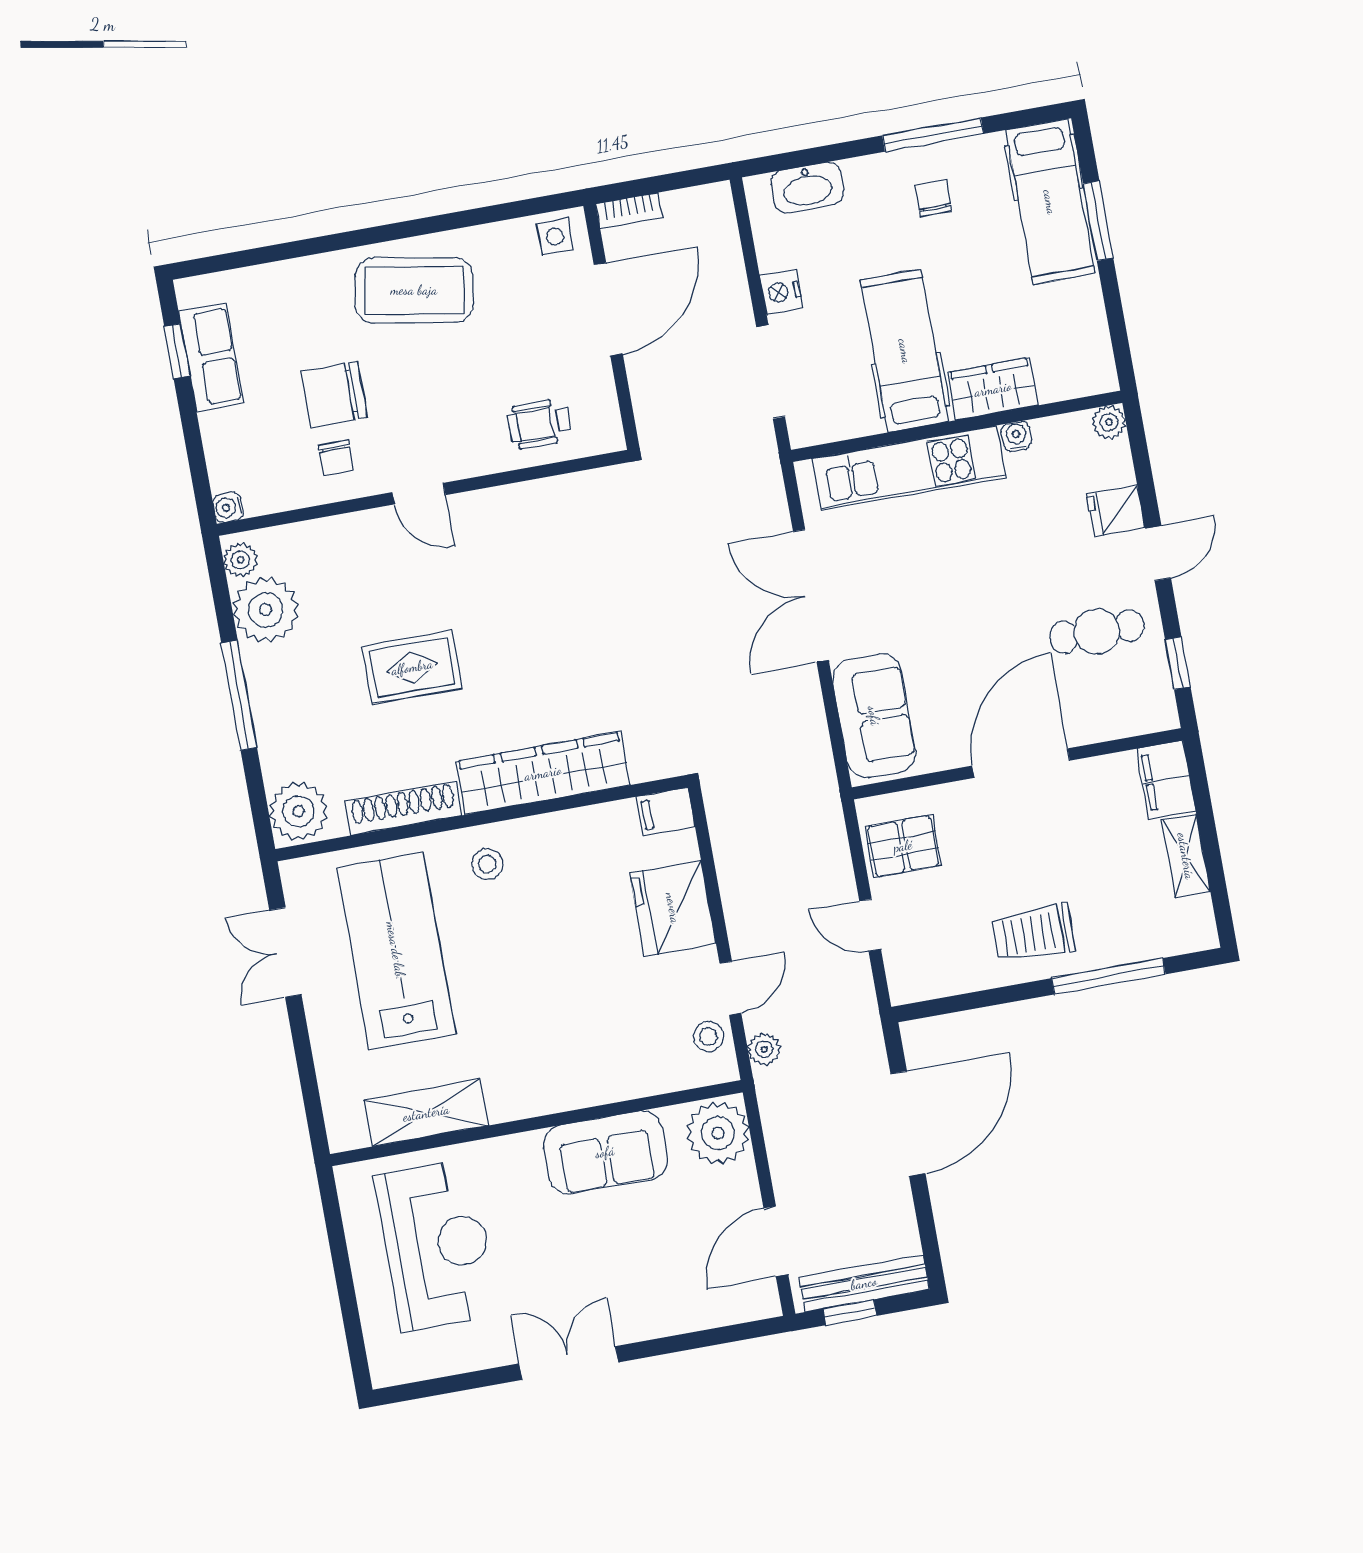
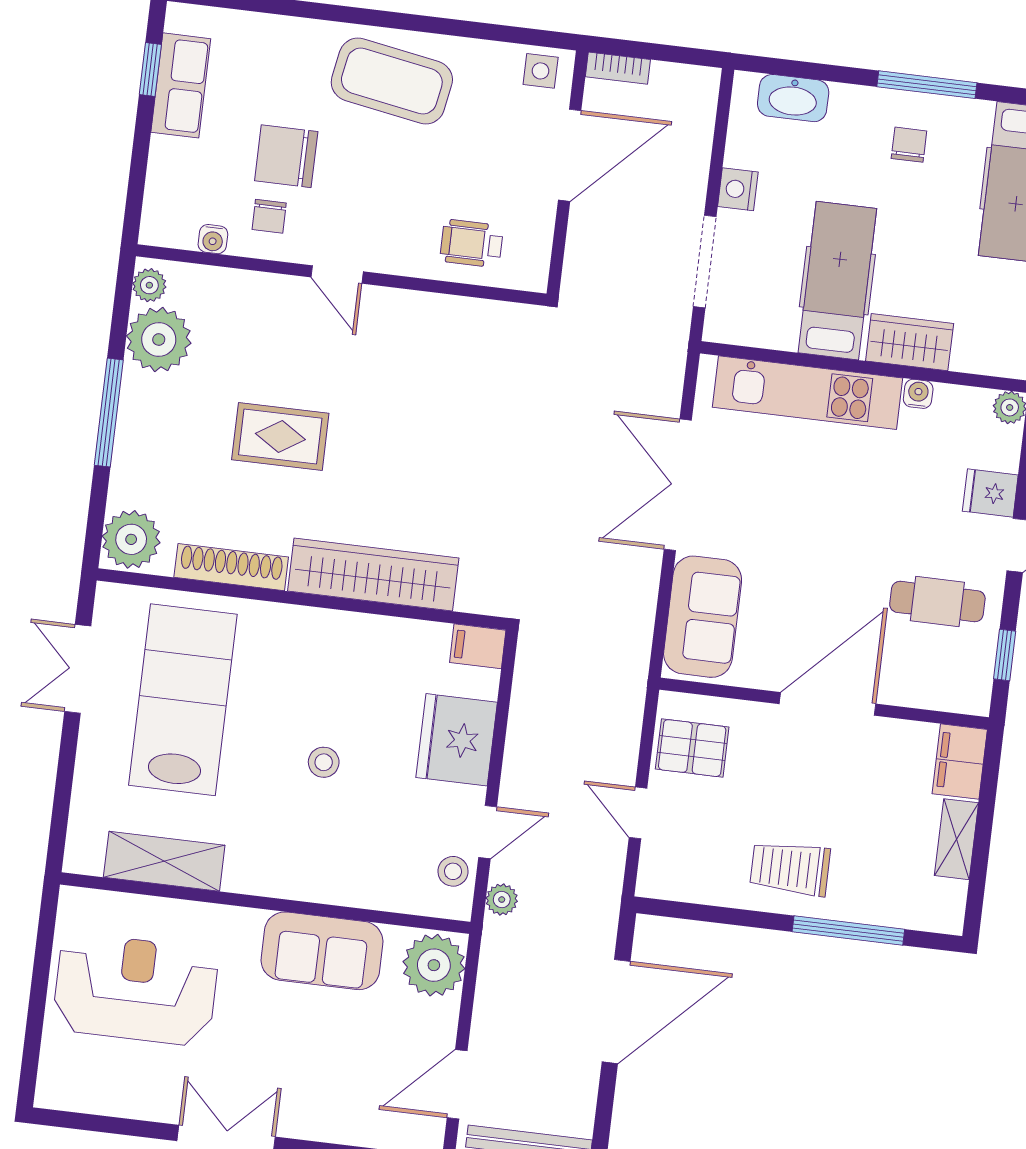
water cooler: (228, 507) -> (213, 239), moved, turned -90
stool: (487, 864) -> (324, 762), moved
reception desk: (437, 1245) -> (135, 989), turned -90

